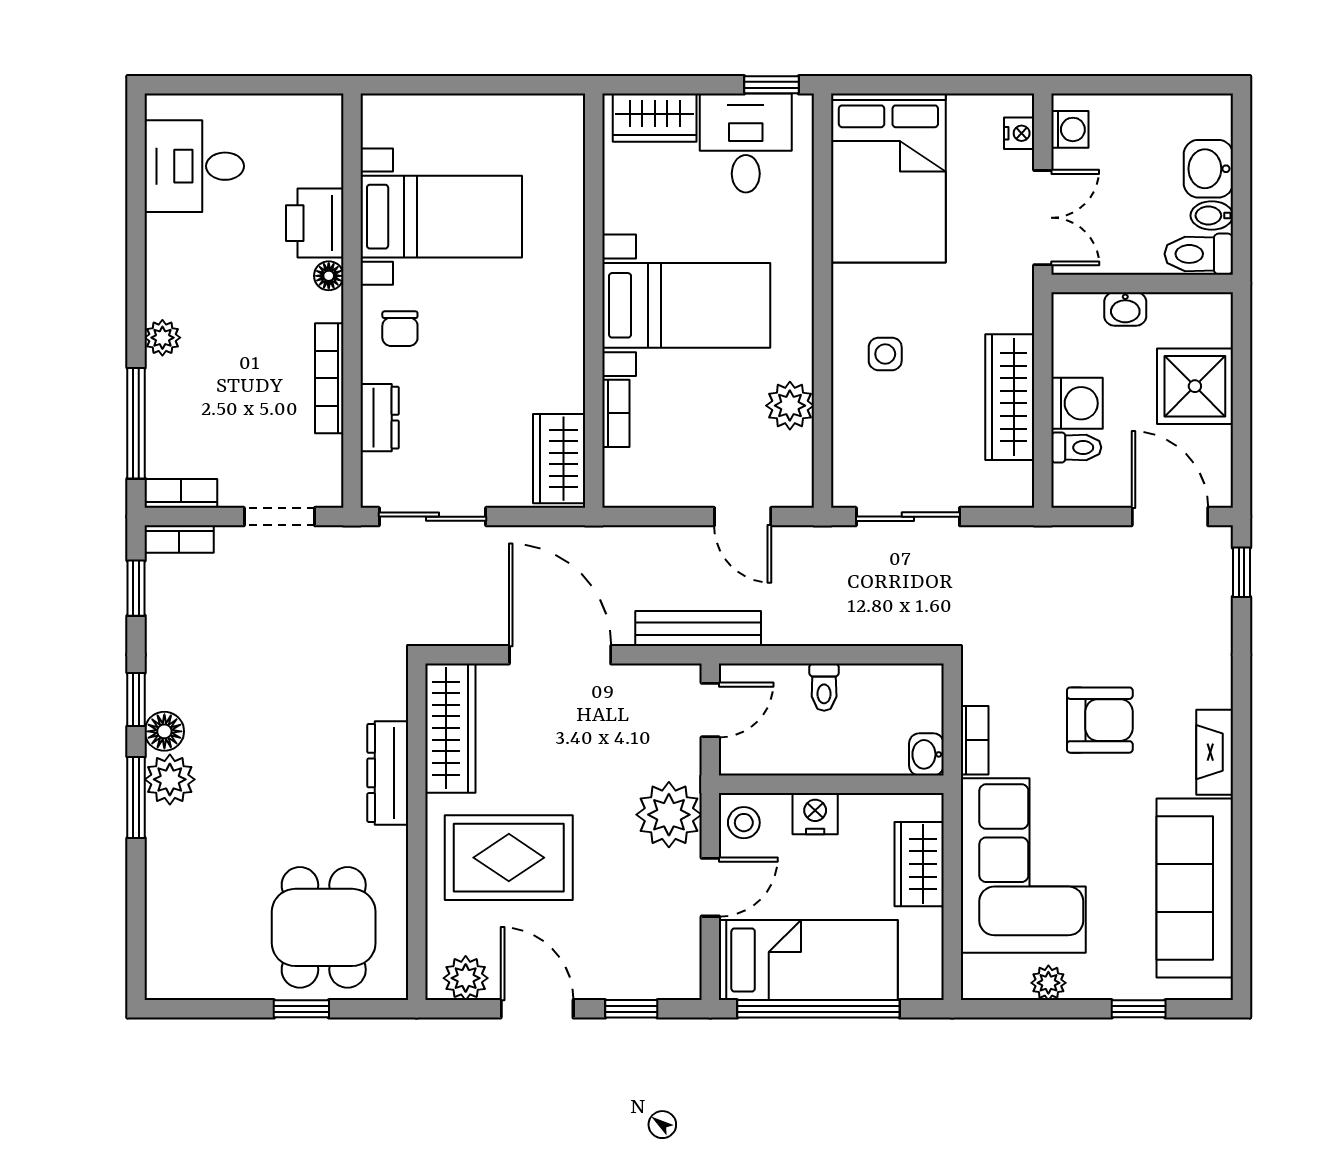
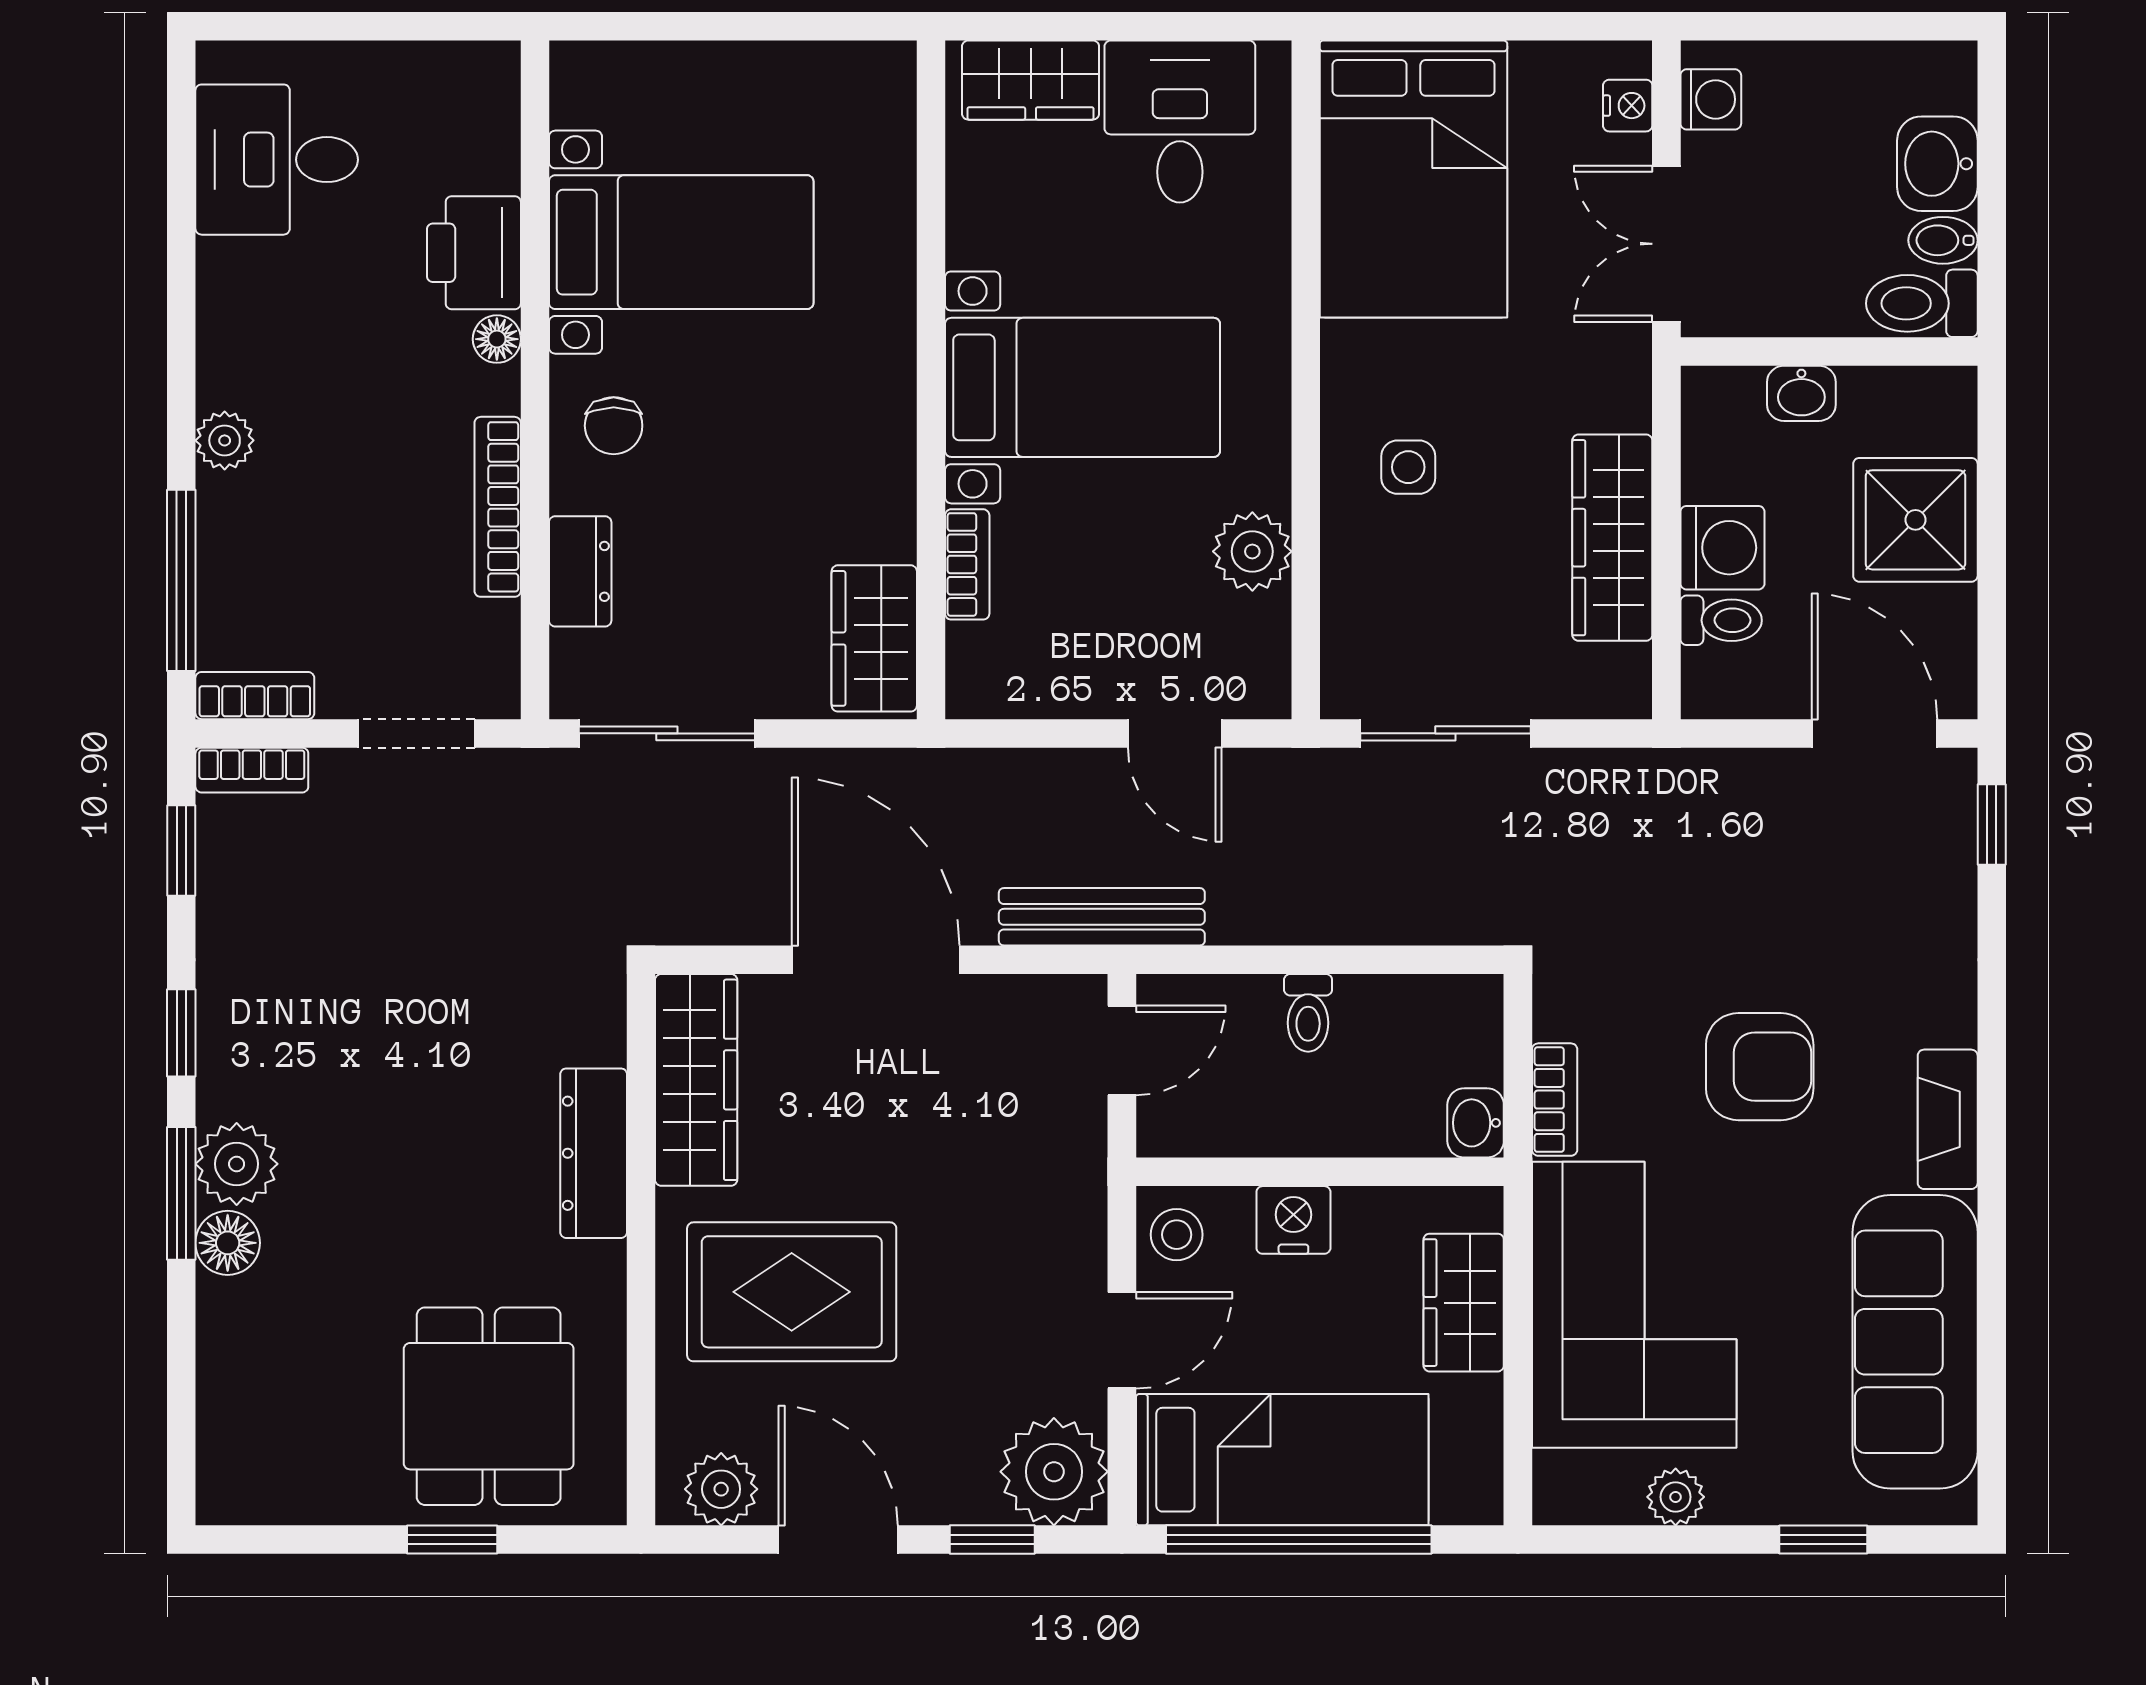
window: (772, 85) -> (1222, 26), removed
double door: (1043, 218) -> (1666, 244), swing flipped
floor lamp: (164, 731) -> (228, 1243), moved
plant: (669, 815) -> (1054, 1472), moved

